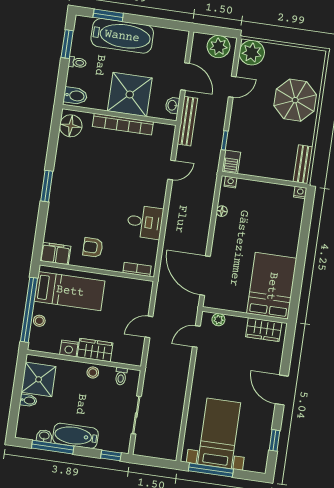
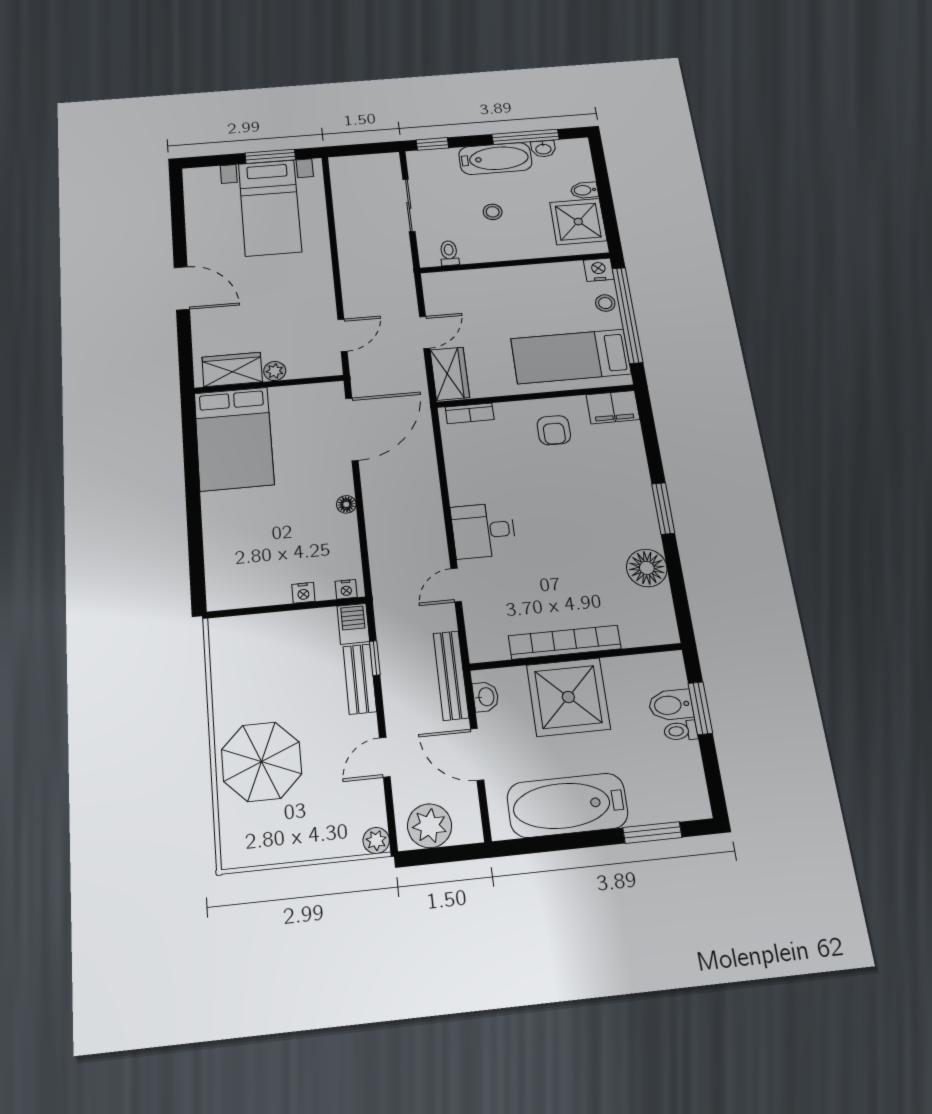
bathtub: (122, 36) -> (567, 805), moved
window: (67, 44) -> (700, 708), moved
plant: (252, 53) -> (376, 840), width x0.53, depth x0.53
bidet: (75, 96) -> (671, 705), moved
floor lamp: (71, 126) -> (647, 568), moved
bench: (303, 164) -> (360, 679), moved
nightstand: (300, 192) -> (303, 593), moved
floor lamp: (222, 211) -> (346, 504), moved
desk: (145, 222) -> (483, 531), moved
armchair: (93, 247) -> (554, 430), turned 90
door: (205, 276) -> (352, 429), hinge flipped
plant: (218, 320) -> (275, 371), moved
nightstand: (69, 348) -> (599, 270), moved
wardrobe: (95, 350) -> (450, 374), moved, turned -90
stool: (93, 373) -> (493, 212), moved
window: (275, 440) -> (178, 216), removed
window: (211, 470) -> (270, 156), width x0.69

